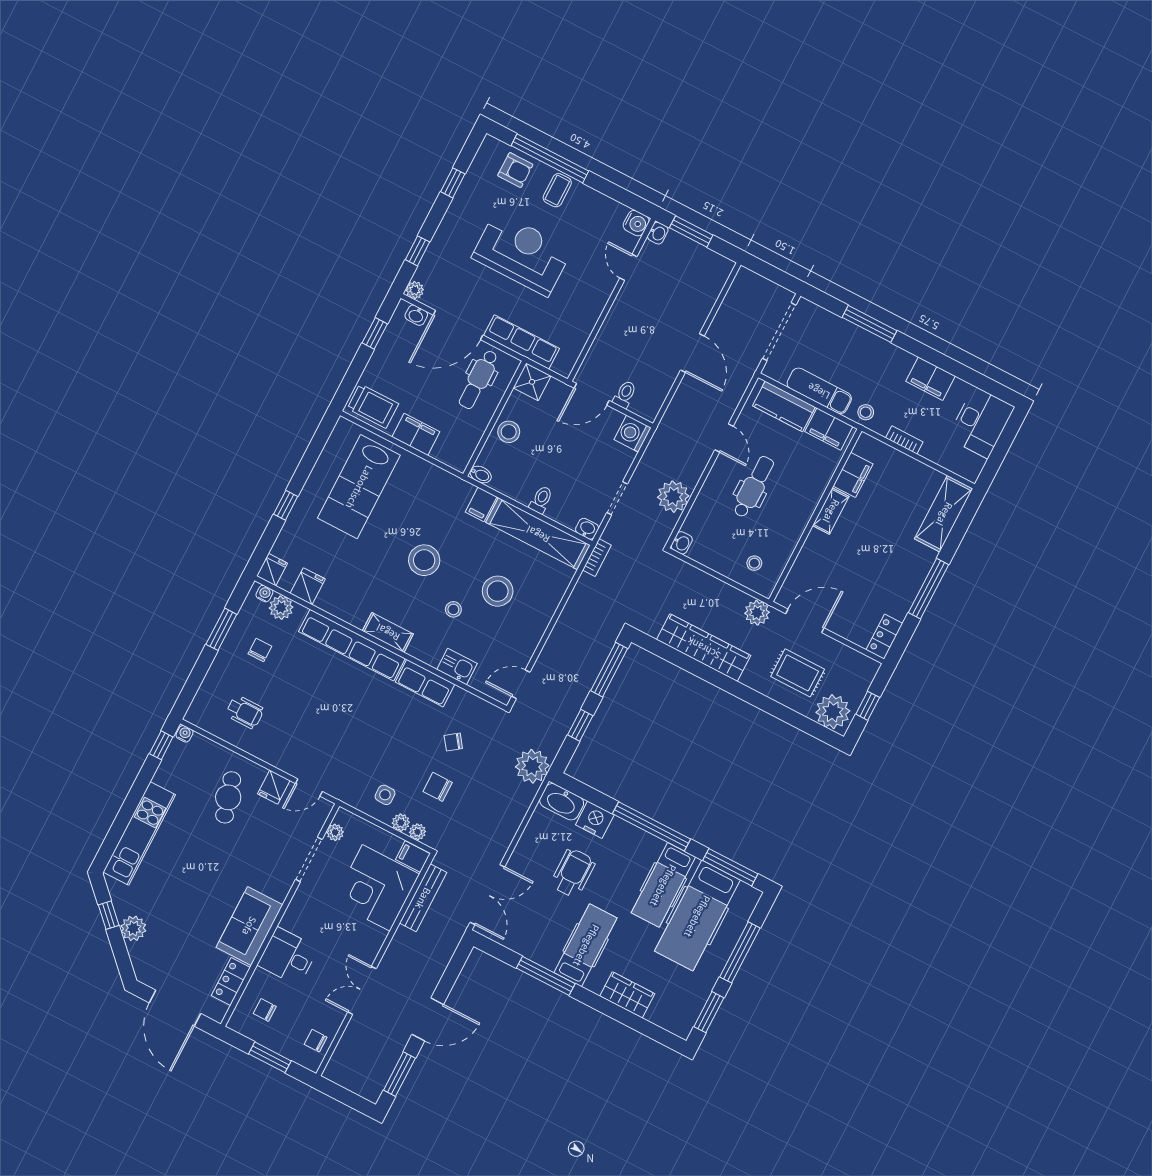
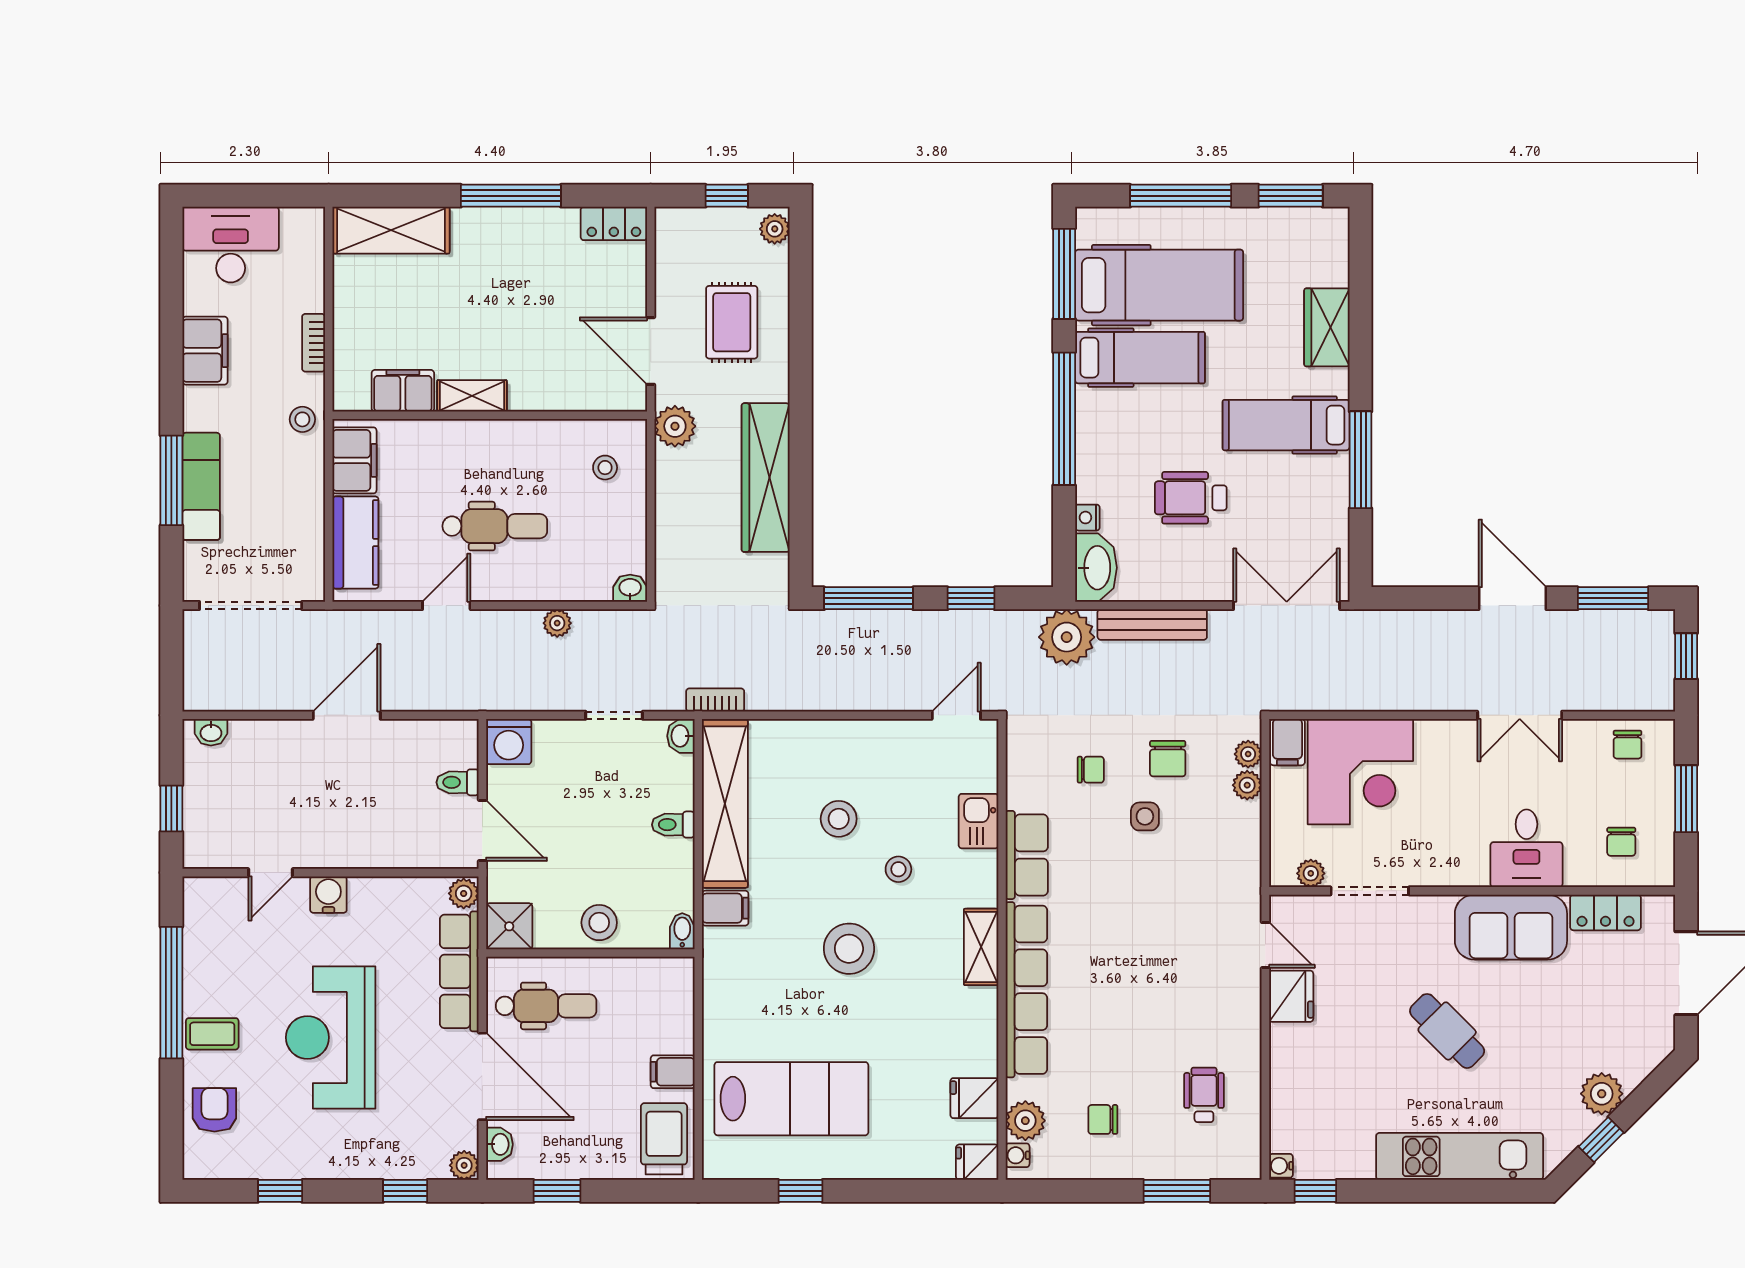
window: (550, 158) -> (171, 993), moved
water cooler: (636, 223) -> (328, 895), moved
window: (691, 231) -> (171, 808), width x0.67
washbasin: (658, 233) -> (211, 732), moved, turned 180
plant: (563, 366) -> (464, 893), added
exam couch: (819, 391) -> (201, 486), moved, turned 180
filing cabinet: (416, 434) -> (673, 1072), width x0.50
dental chair: (754, 487) -> (495, 526), turned 180
plant: (673, 497) -> (557, 623), width x0.53, depth x0.53
window: (286, 505) -> (800, 1191), moved
stool: (498, 591) -> (839, 819), width x0.73, depth x0.73
window: (221, 629) -> (1177, 1191), moved
door: (521, 684) -> (956, 715), swing flipped
plant: (833, 712) -> (775, 229), width x0.53, depth x0.53
chair: (453, 742) -> (1091, 770), turned -54
fridge: (274, 787) -> (1291, 996), width x1.38
side table: (385, 795) -> (1145, 816), moved
cafe table: (228, 797) -> (1447, 1031), moved, turned 61
nightstand: (595, 820) -> (1087, 518), width x0.53, depth x0.56
bench: (423, 898) -> (1152, 624), moved
window: (347, 1097) -> (1686, 656), added

